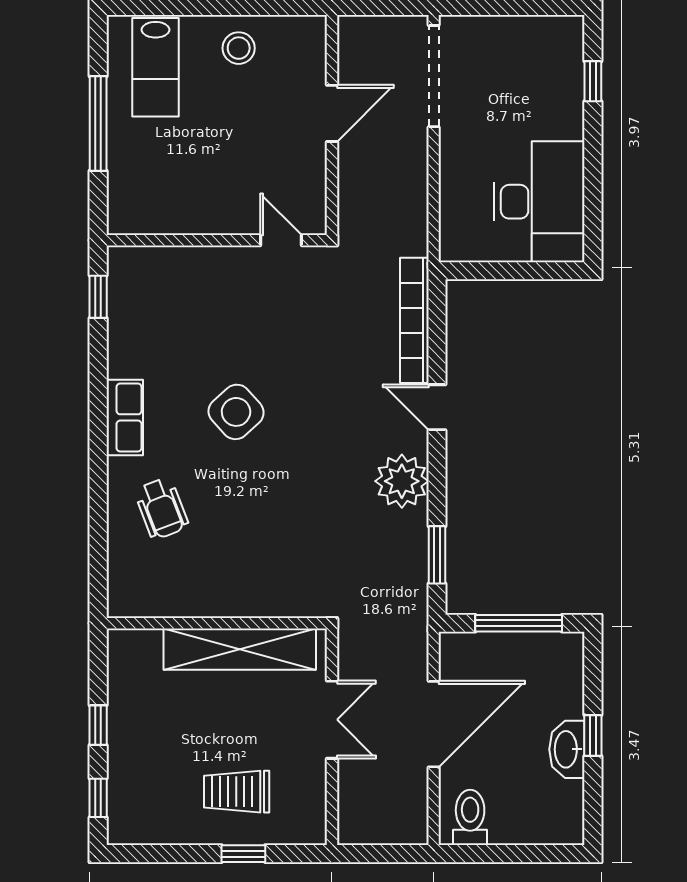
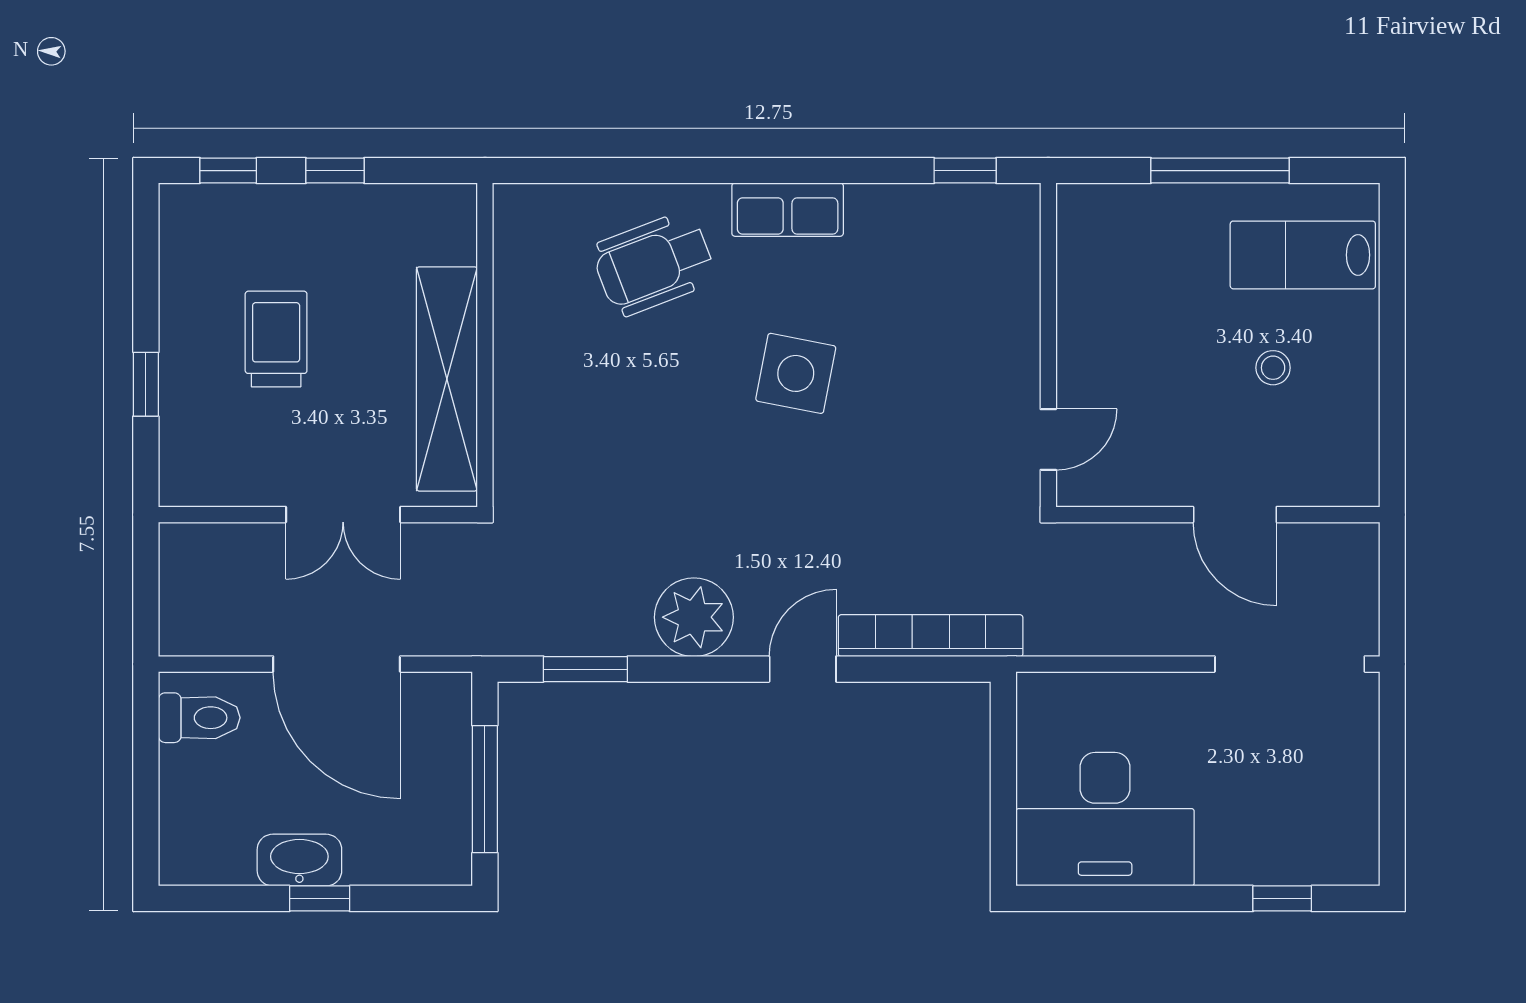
stool: (239, 48) -> (1273, 368), moved, width x0.73, depth x0.73
side table: (236, 412) -> (796, 373), turned -37
wheelchair: (161, 508) -> (654, 264), width x1.36, depth x1.37
trolley: (237, 792) -> (276, 339), moved

